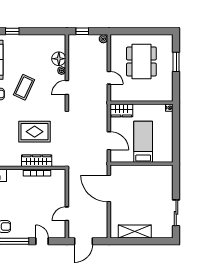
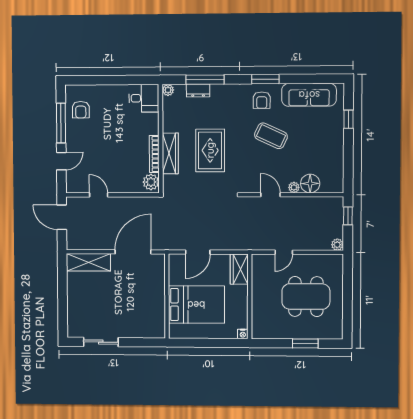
bed: (143, 142) -> (196, 305), width x1.50
plant: (57, 175) -> (151, 182), added
shelving: (135, 232) -> (88, 262), moved, turned 90

